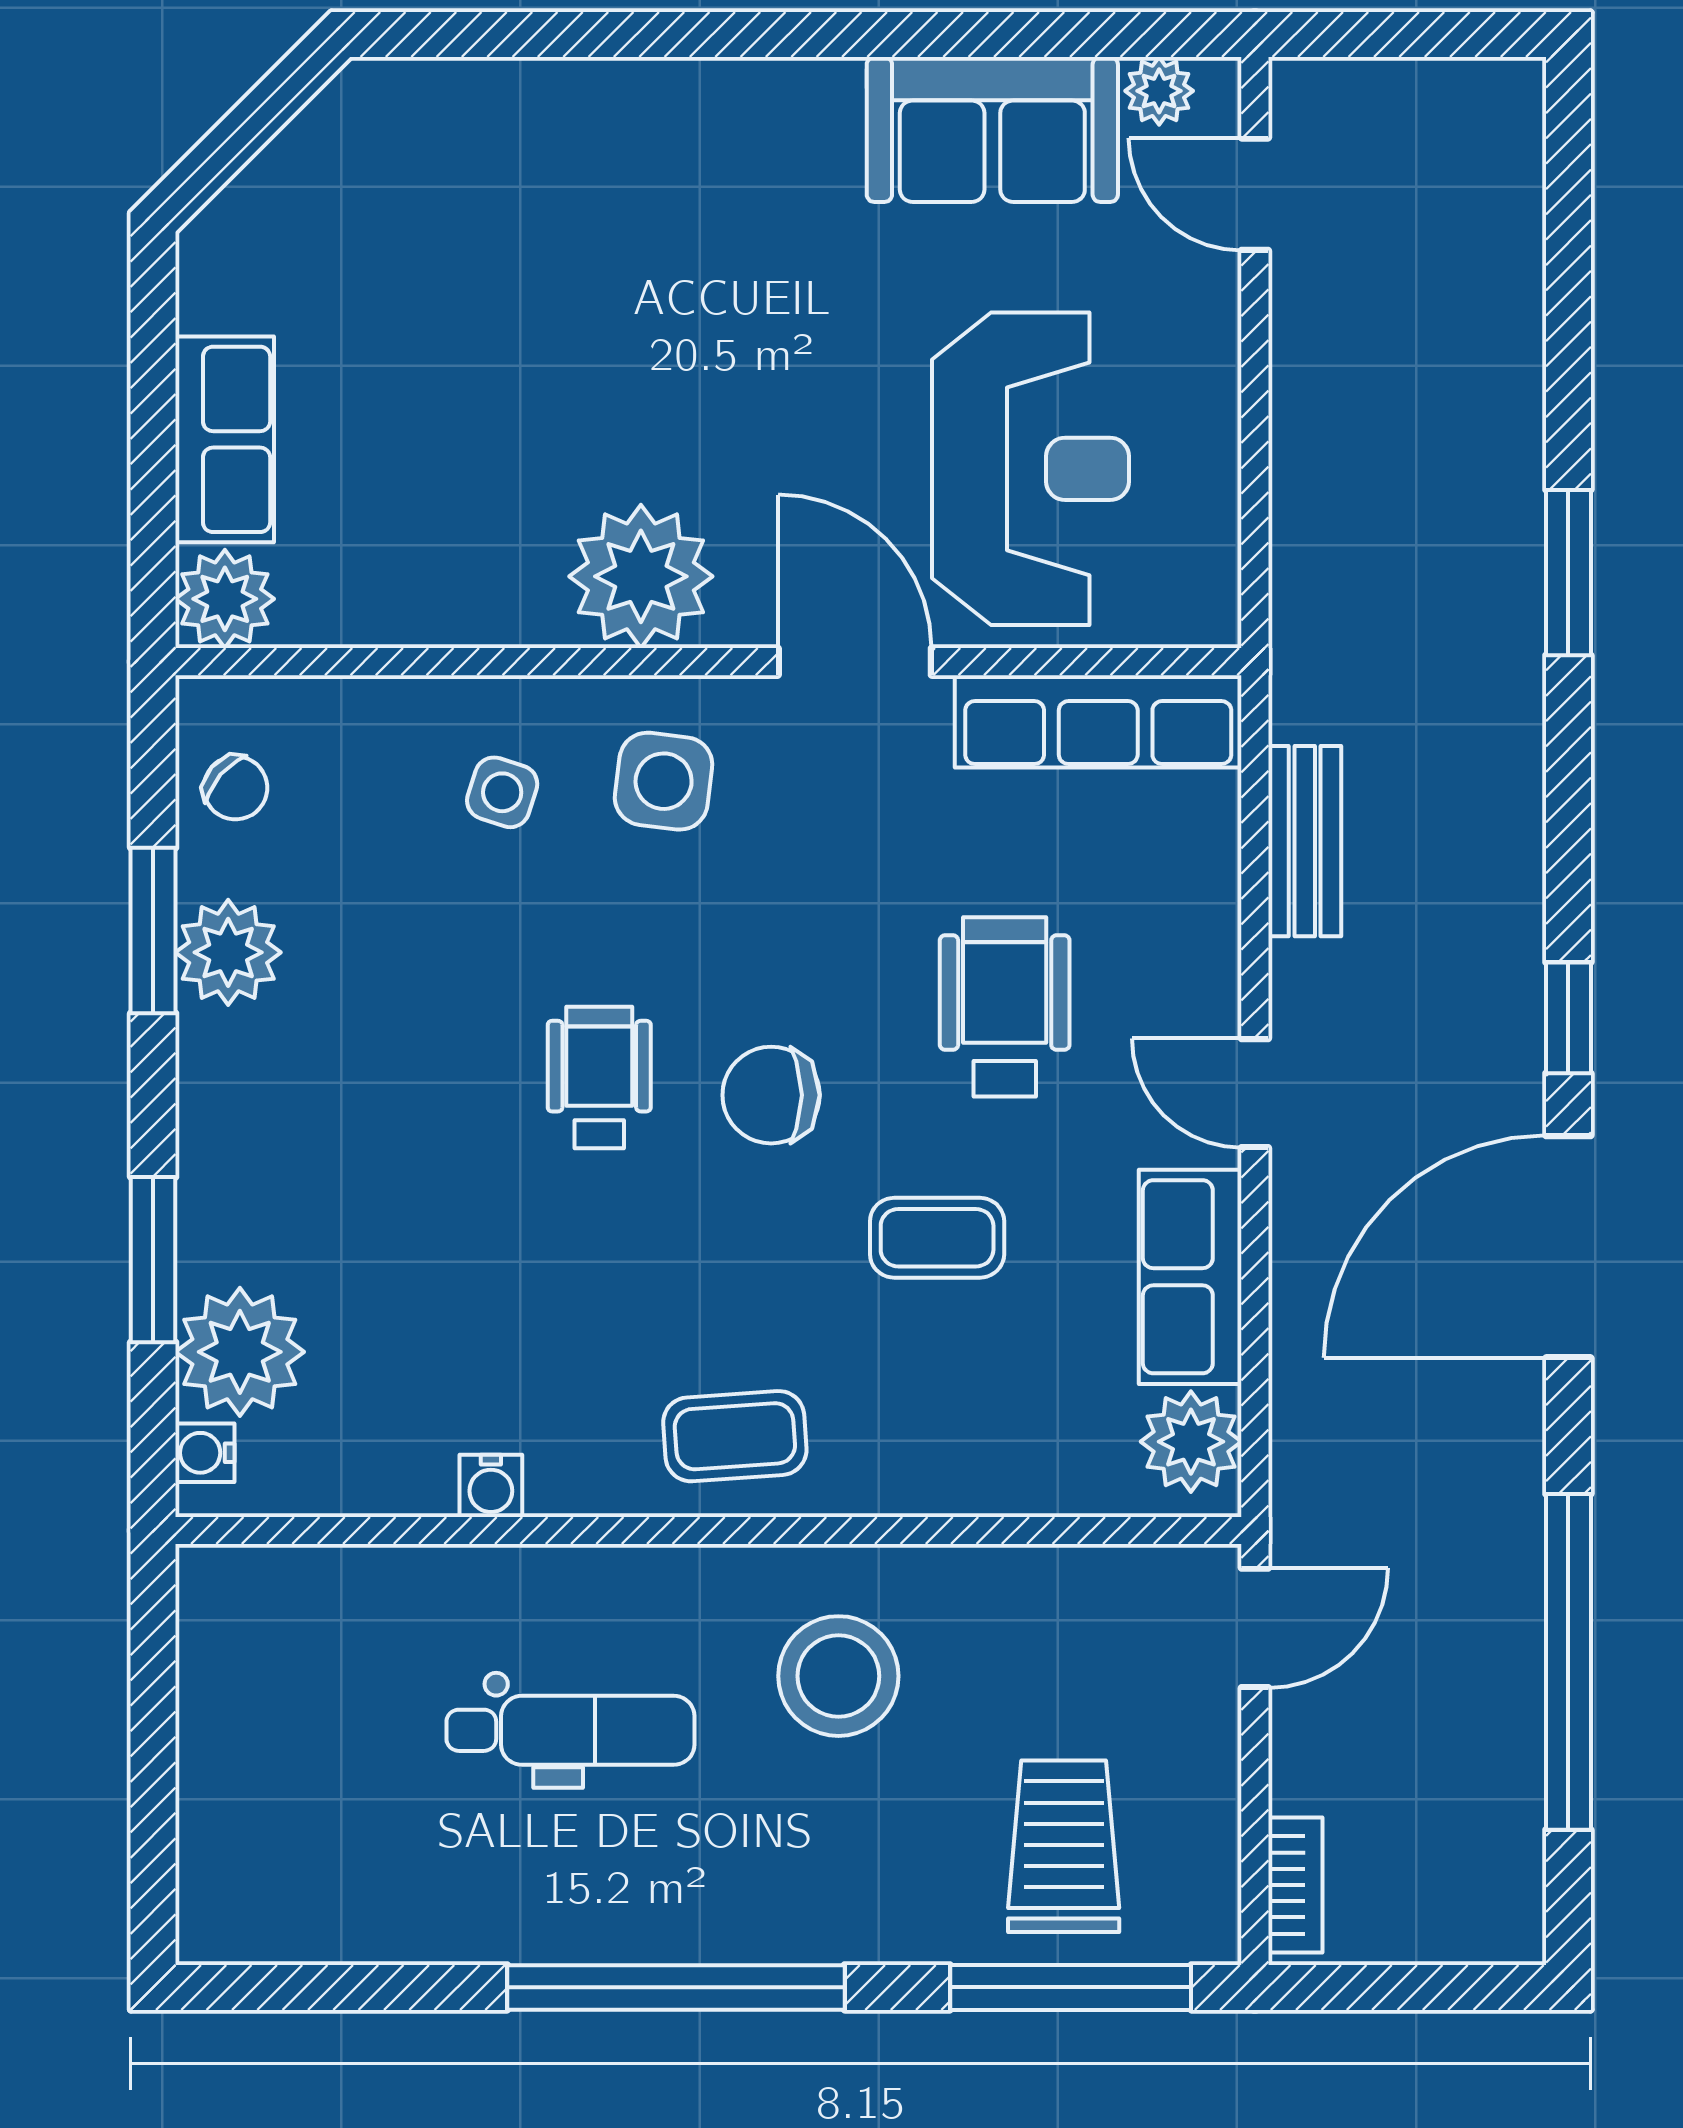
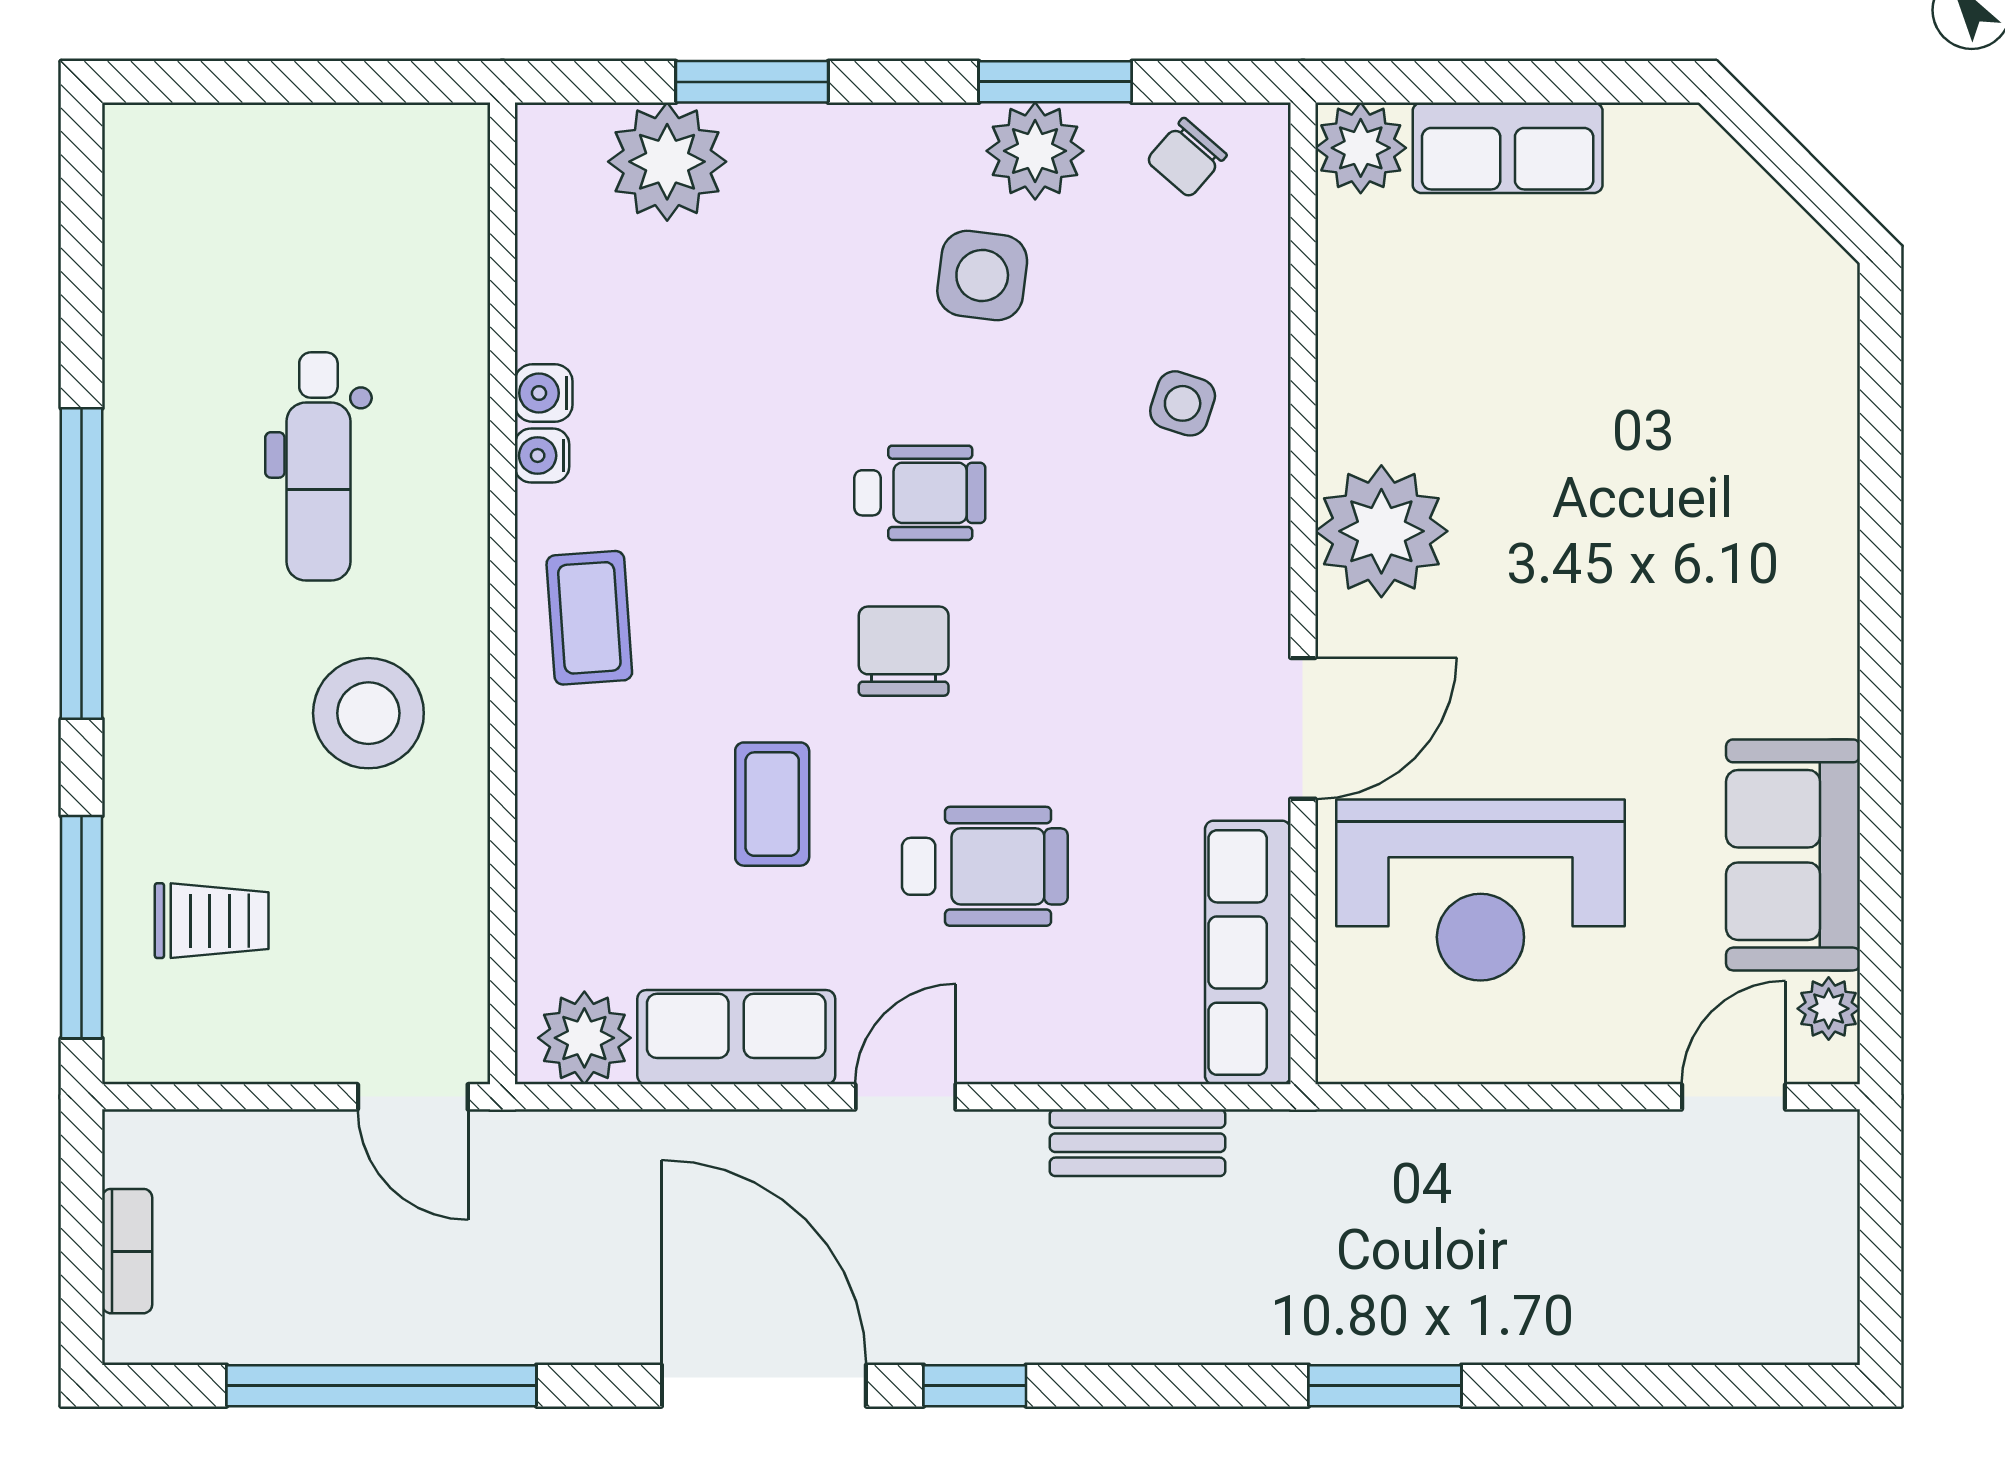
side table: (664, 781) -> (982, 276), moved
water cooler: (205, 1453) -> (542, 456), moved, turned -90
trolley: (1064, 1846) -> (212, 921), width x0.73, depth x0.72
bookcase: (1295, 1885) -> (127, 1251), moved, turned -90

